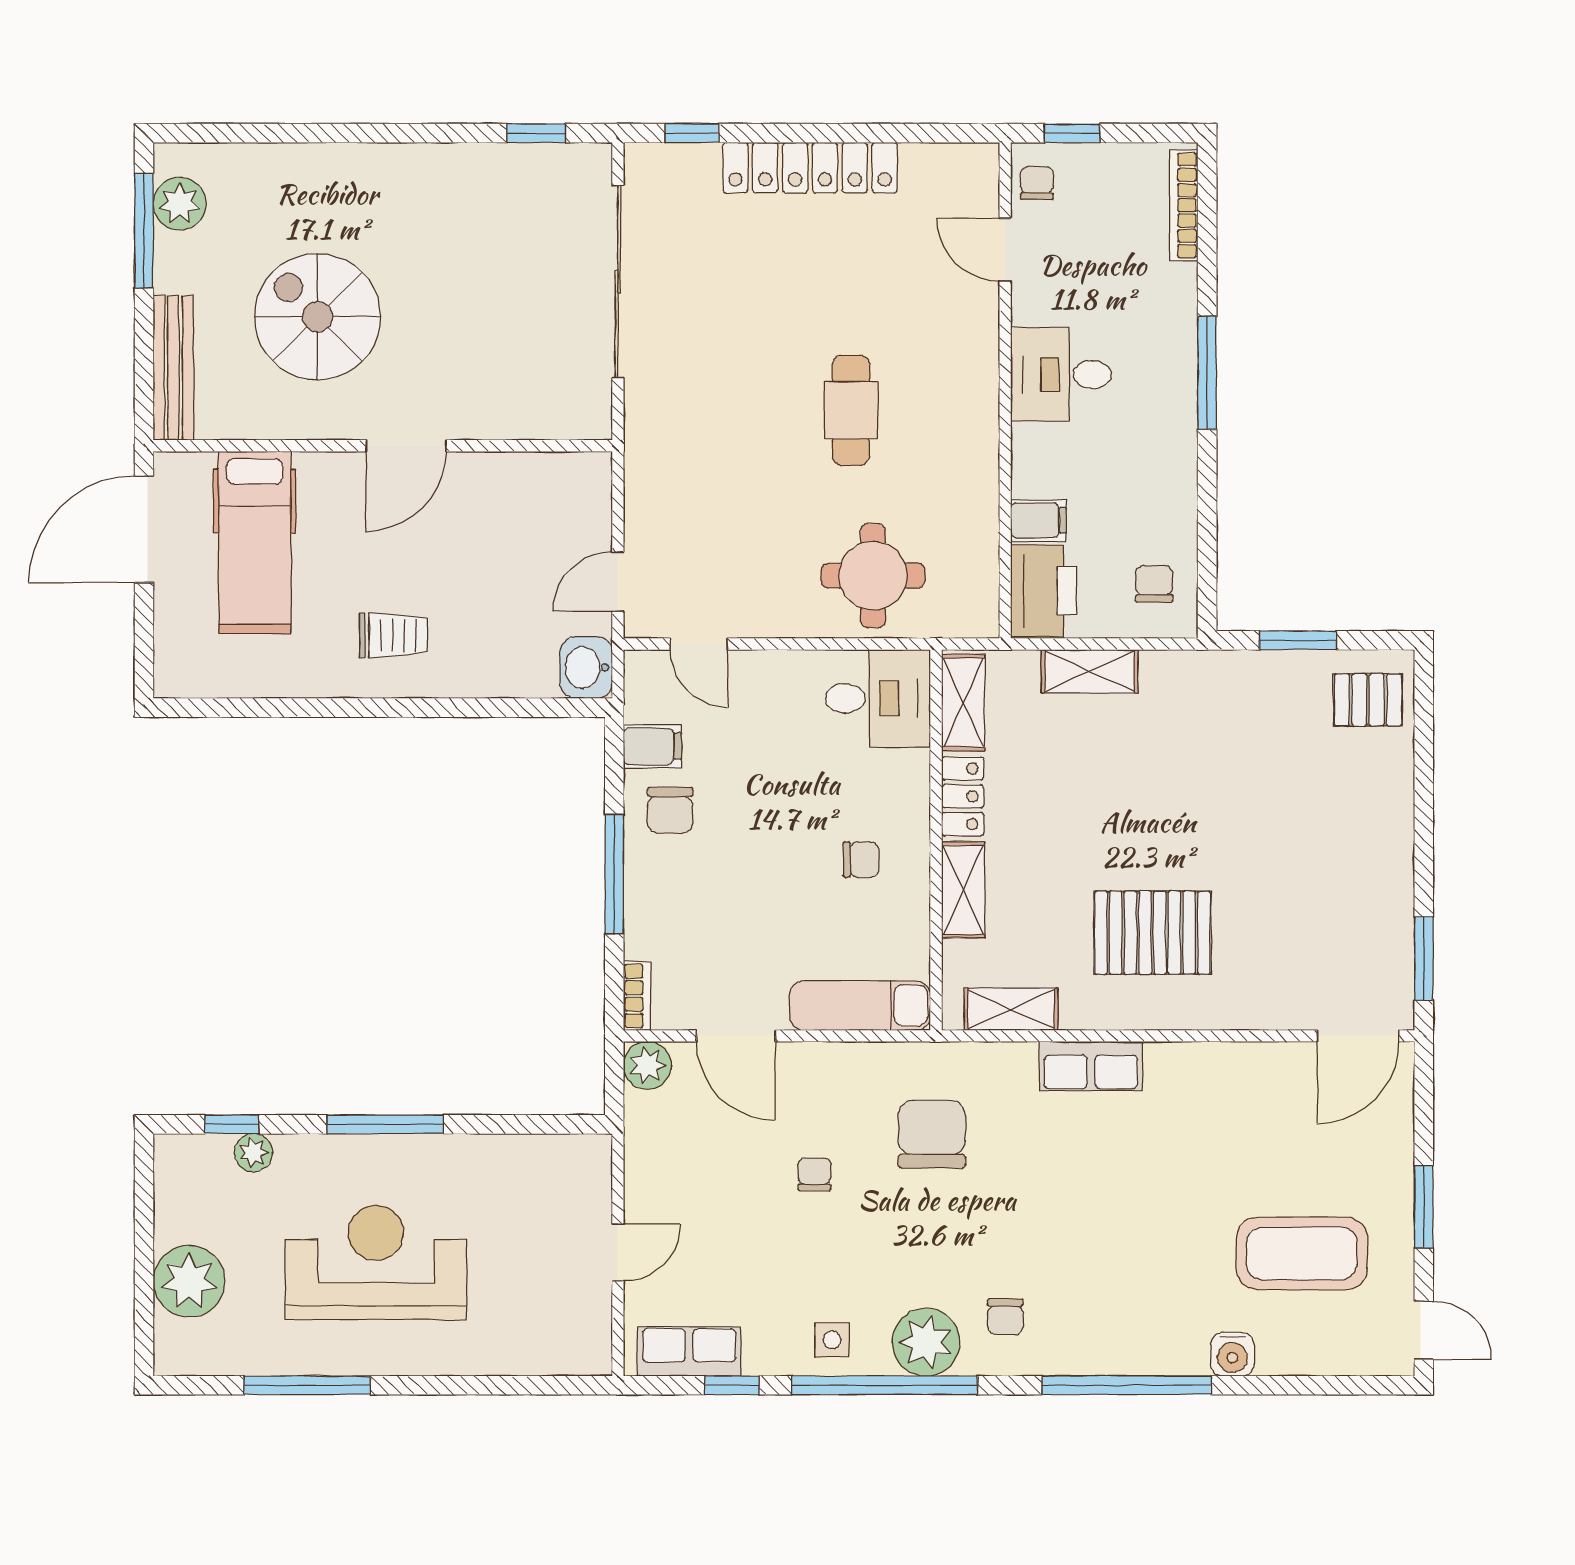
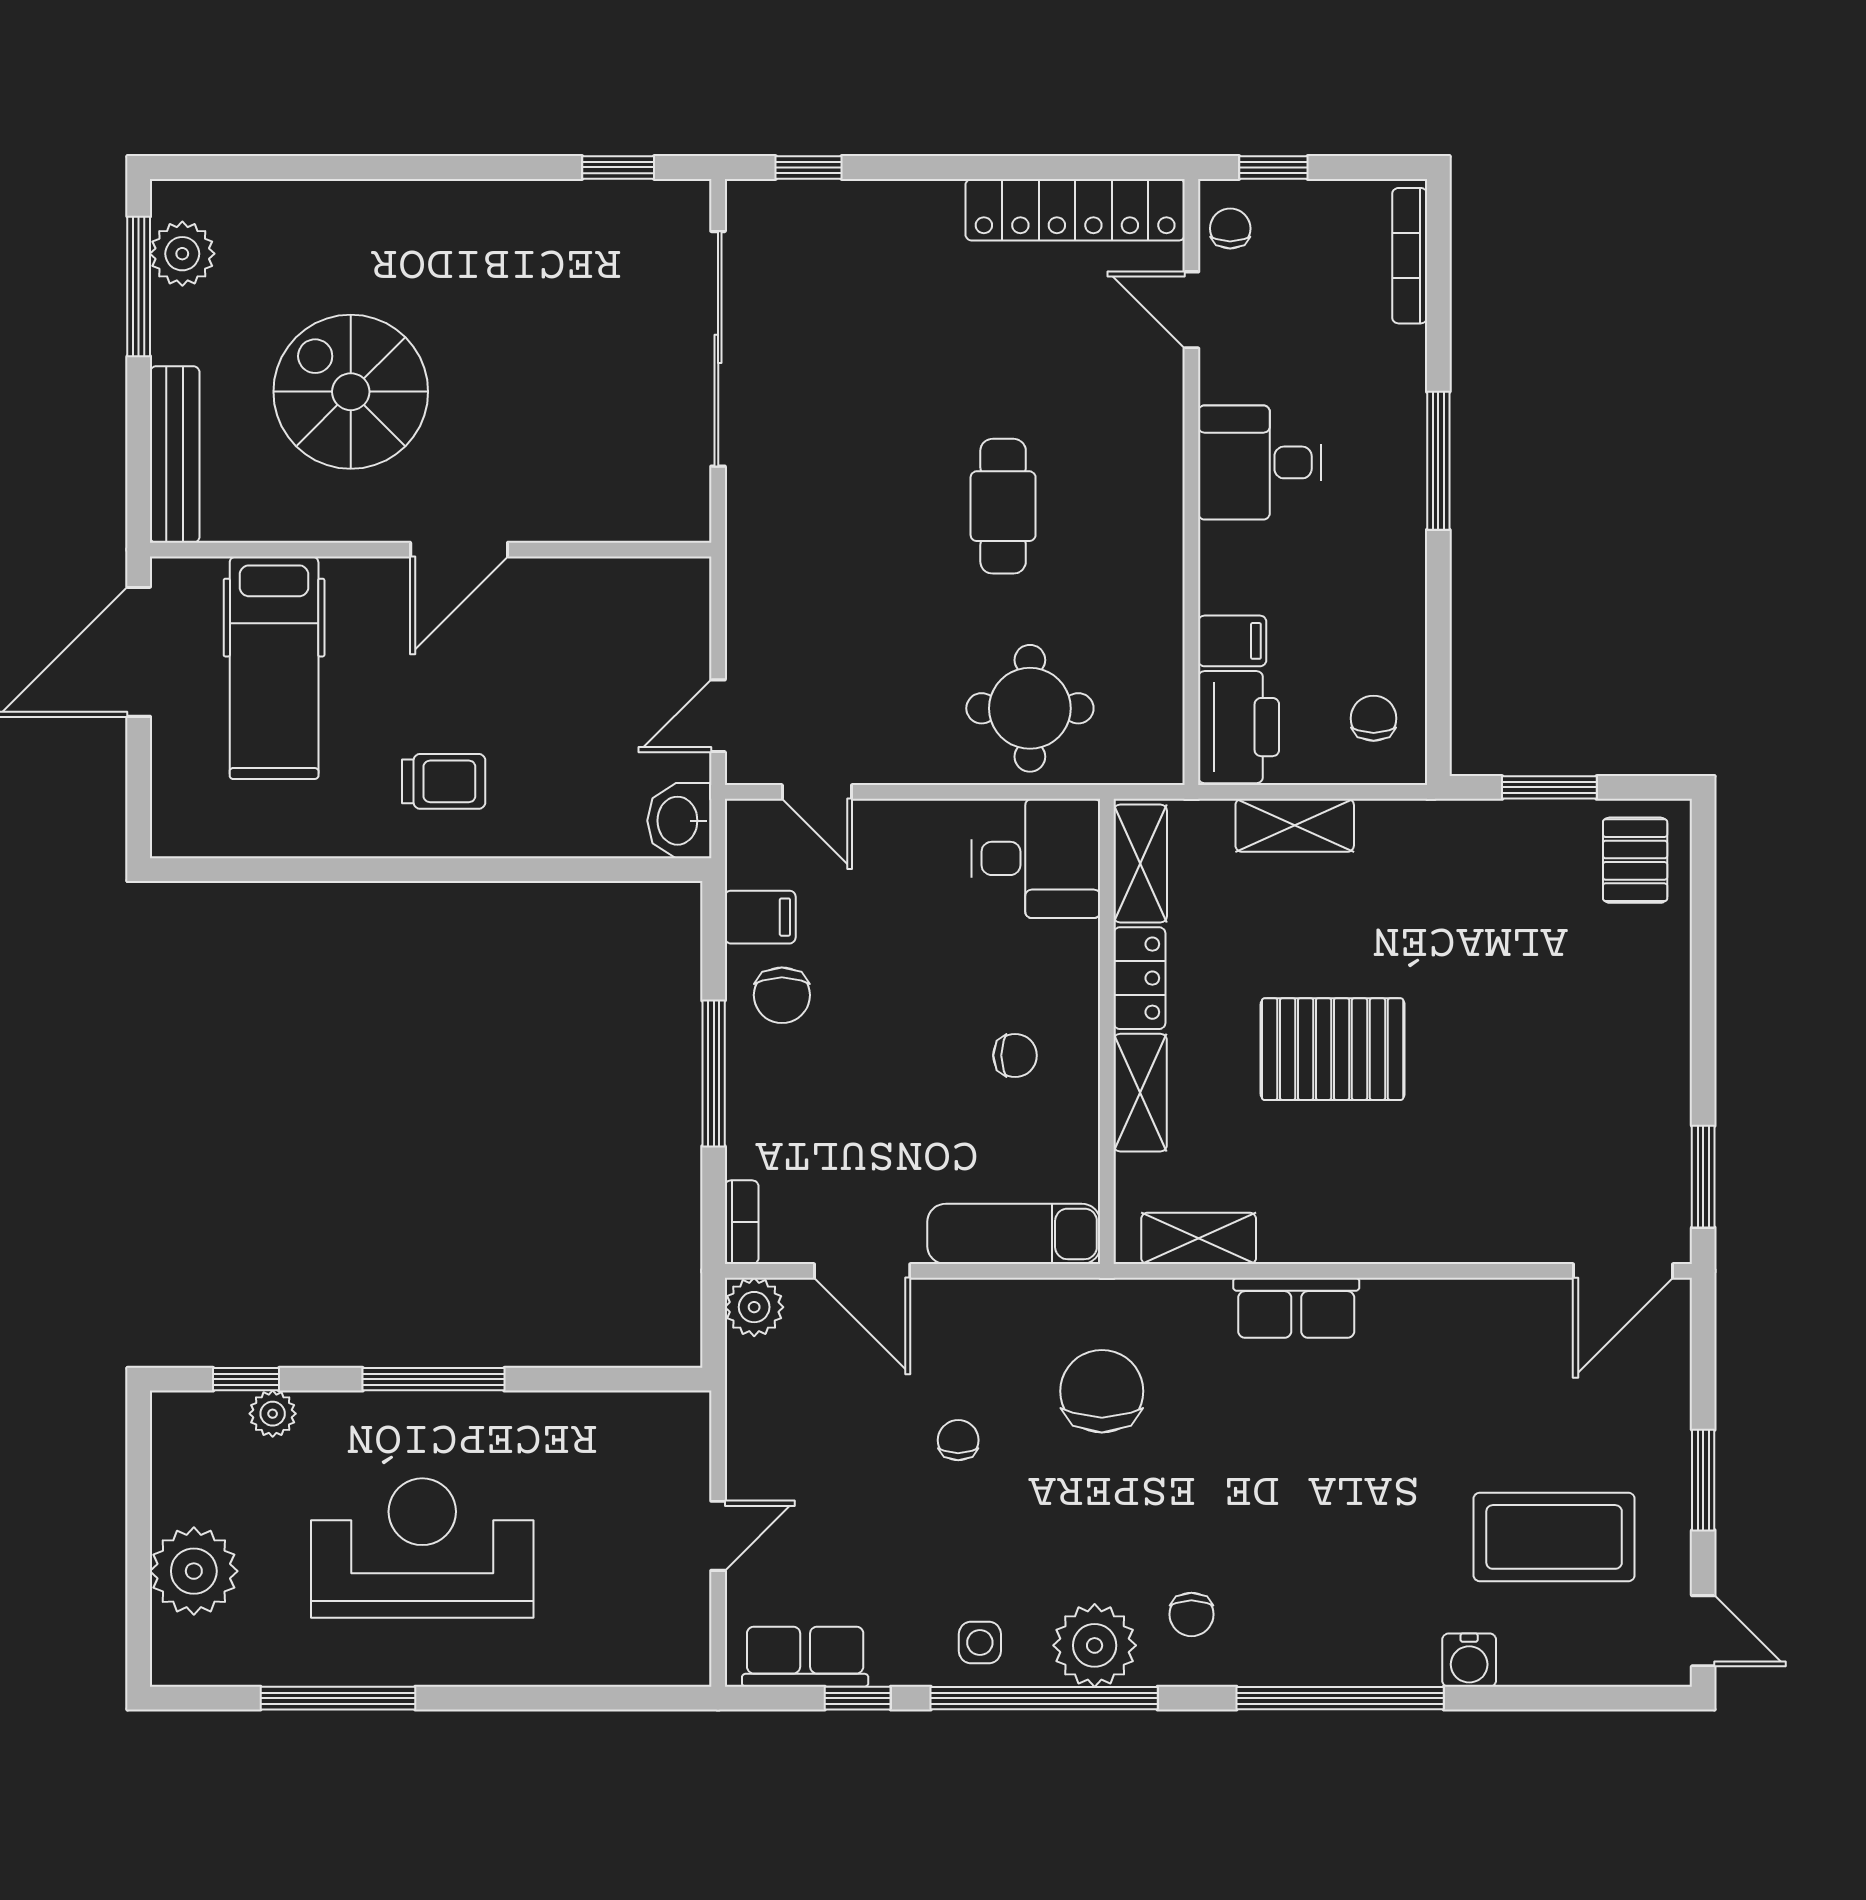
locker: (810, 168) -> (1075, 210), moved
pallet: (1368, 700) -> (1635, 860), turned 90
pallet: (1152, 933) -> (1333, 1049), moved

